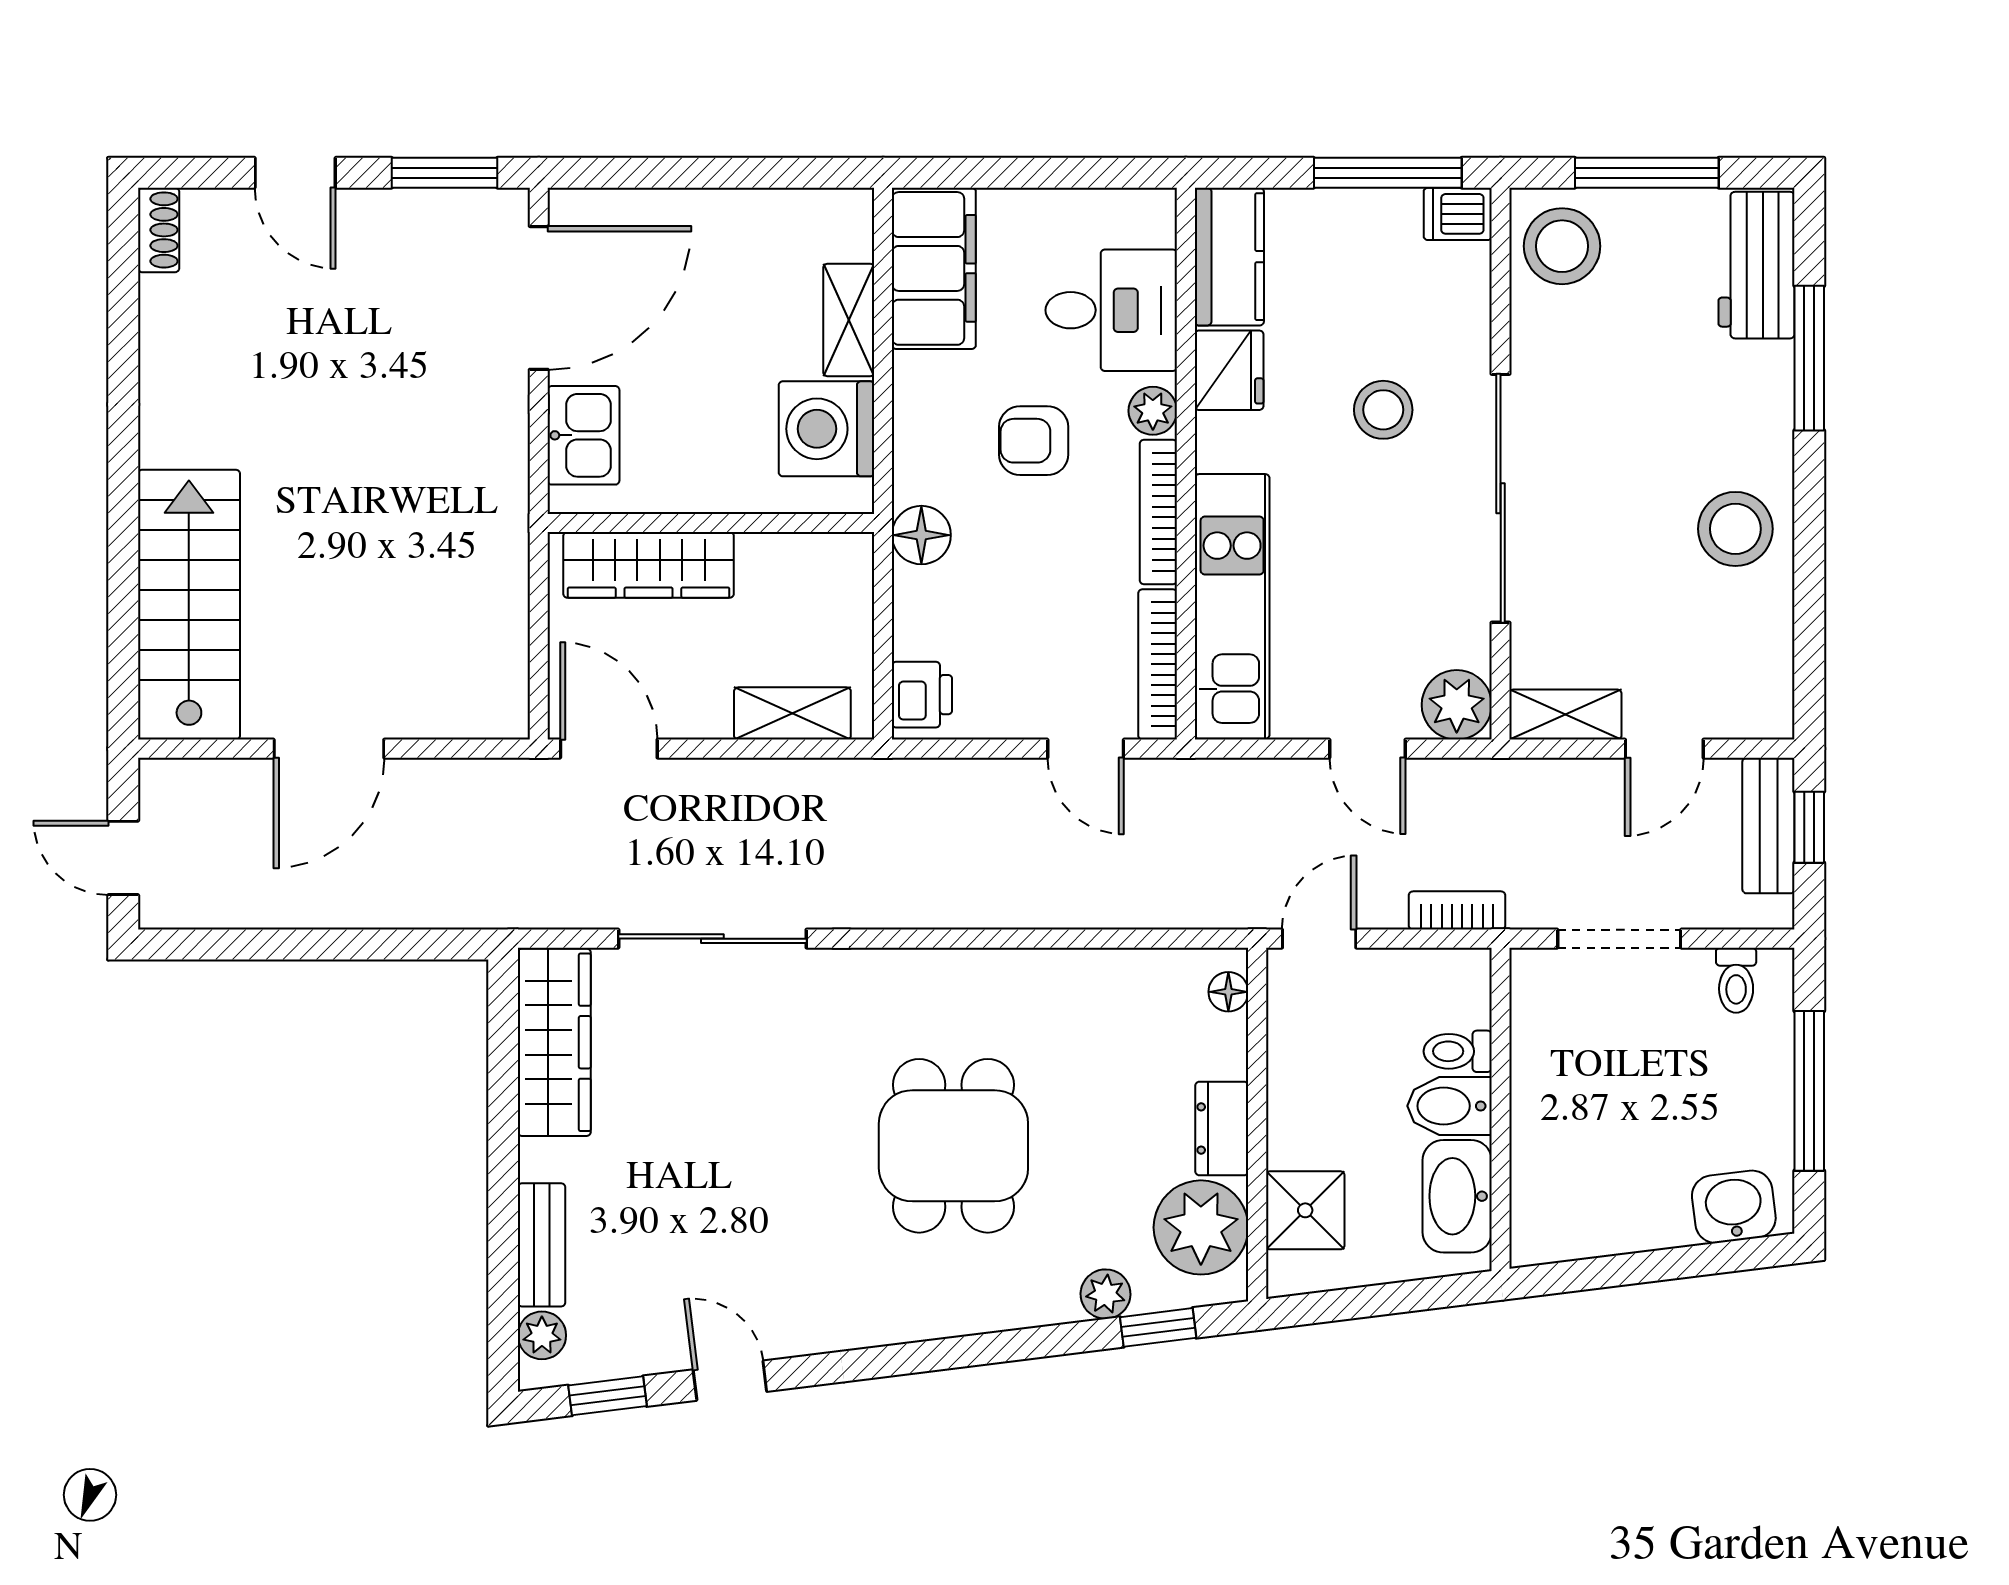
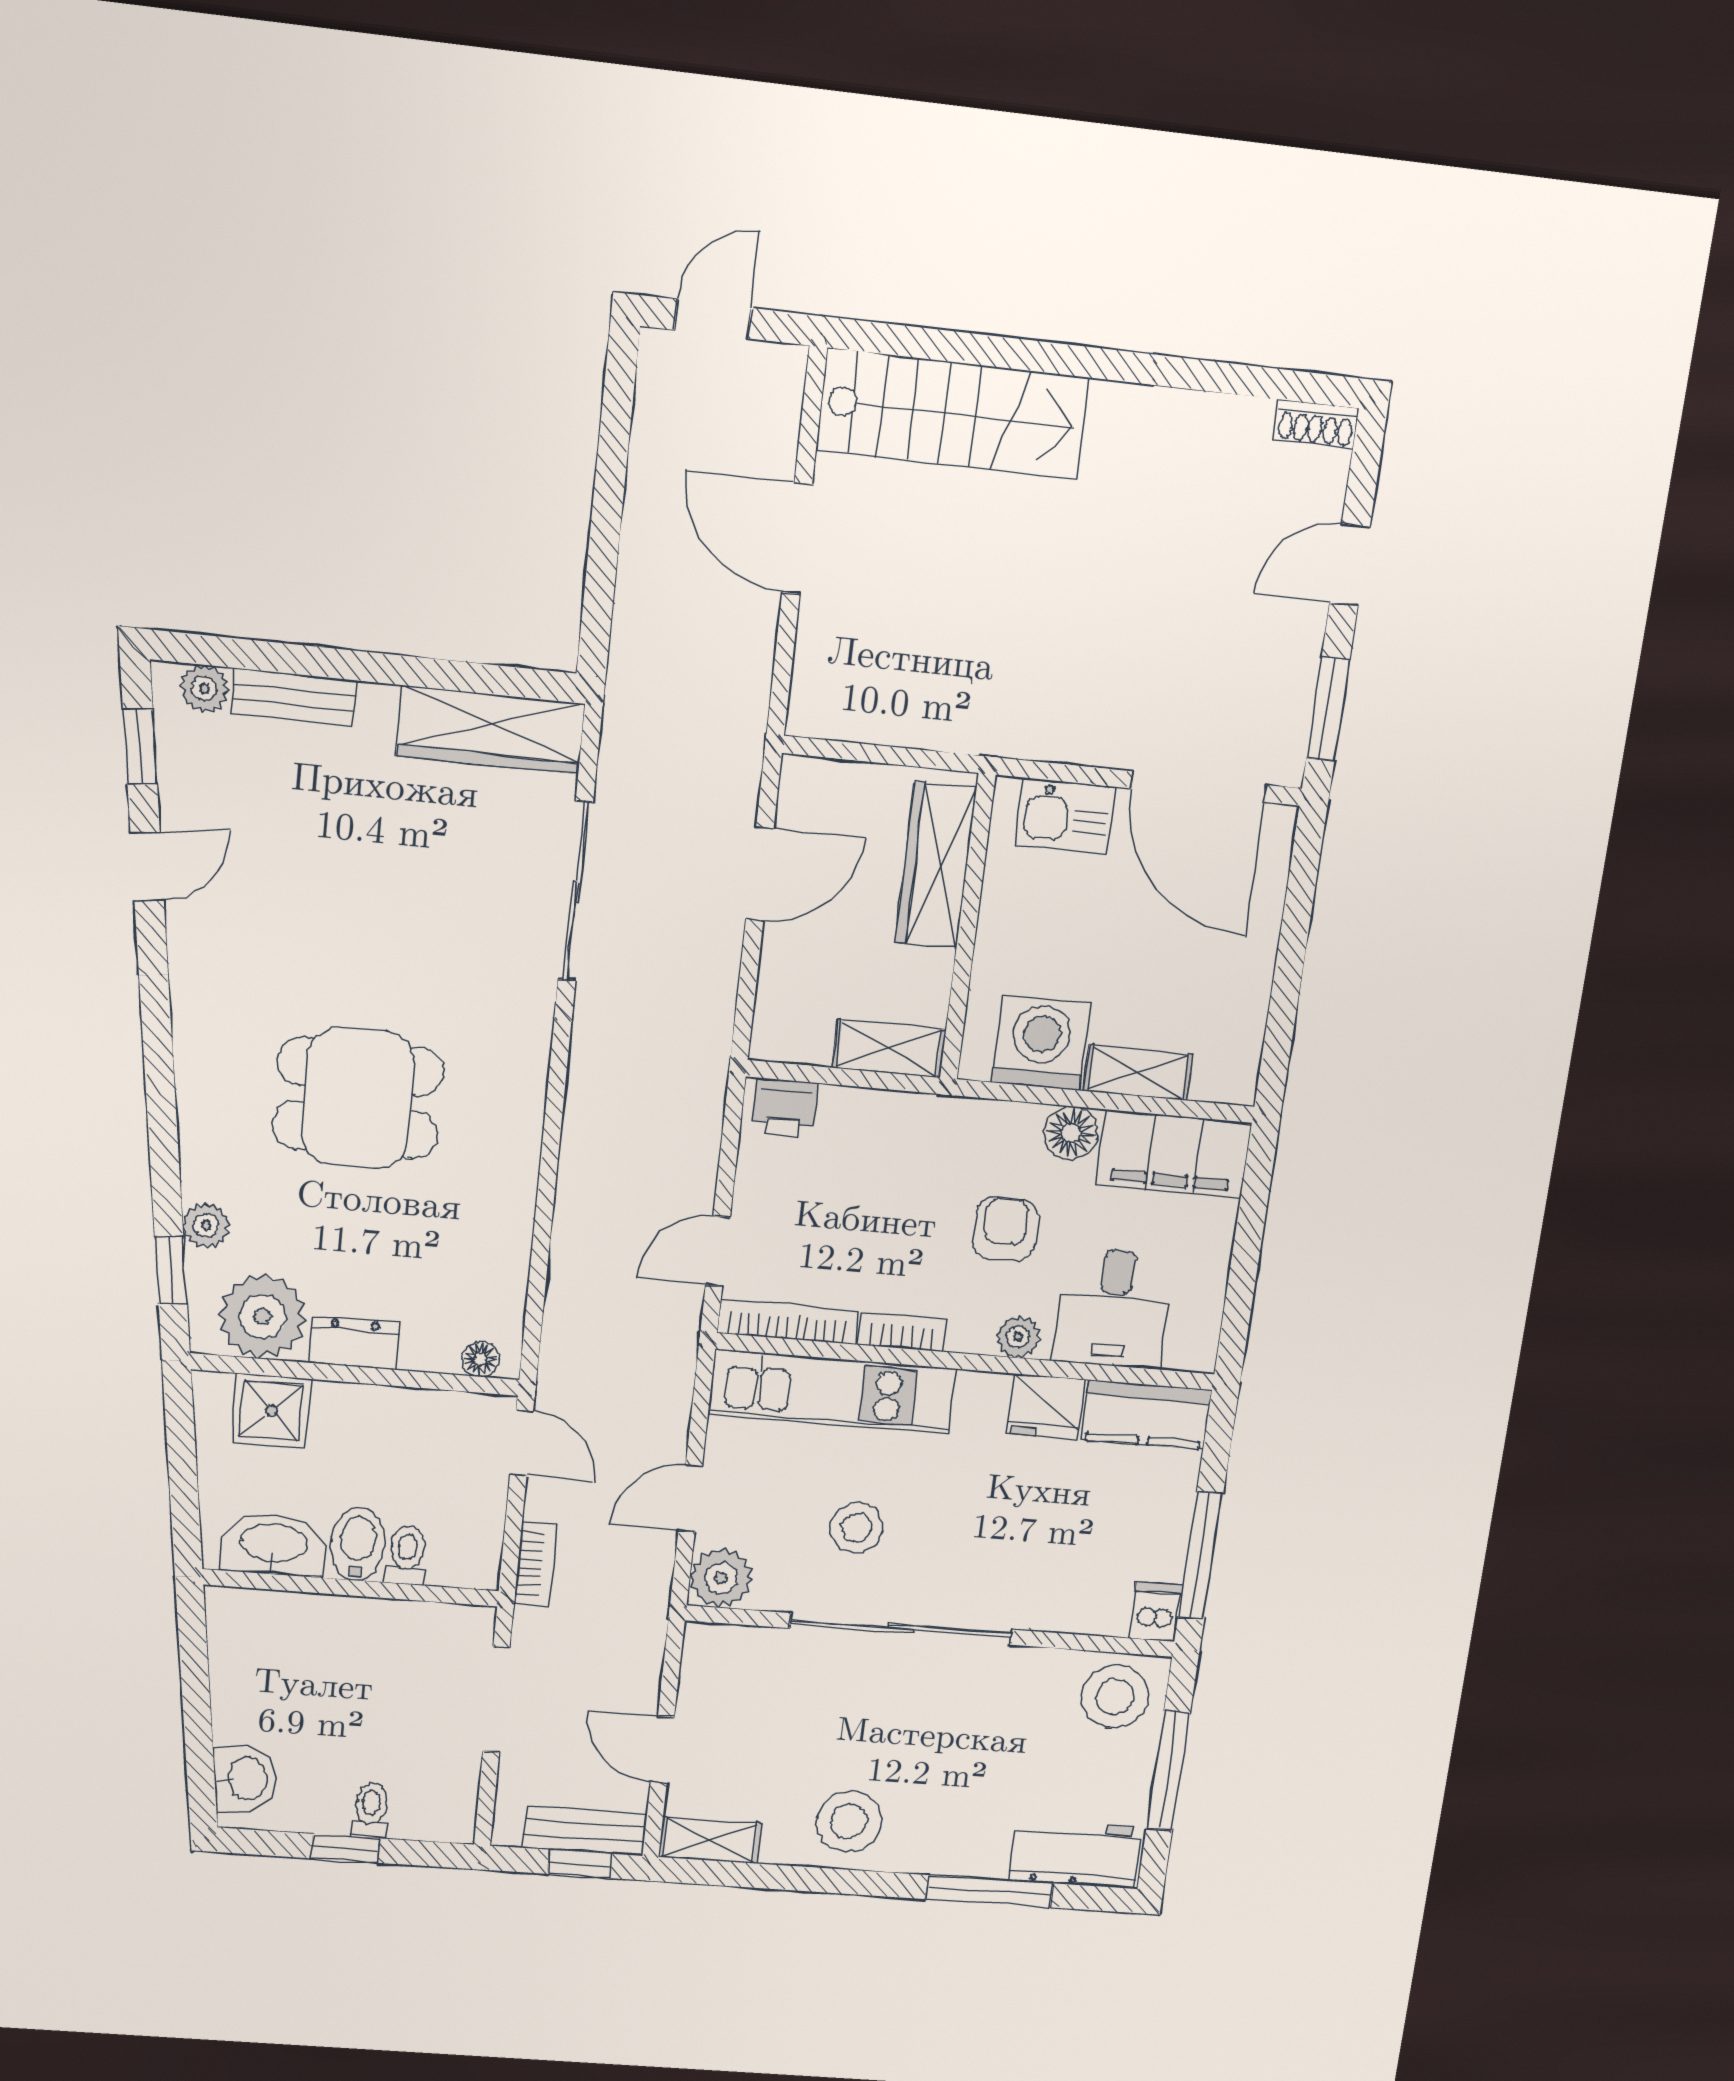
stool: (1383, 410) -> (856, 1528), moved
bookcase: (1158, 512) -> (902, 1332), width x0.64
floor lamp: (921, 535) -> (1071, 1133), moved
shelving: (792, 713) -> (889, 1049), moved, turned 90
shelving: (1565, 715) -> (710, 1840), moved, turned 90
door: (609, 749) -> (760, 874), moved
toilet: (1736, 980) -> (371, 1811), moved, turned 90
window: (1809, 1091) -> (345, 1848), width x0.46

